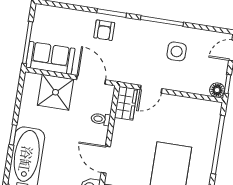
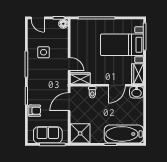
armchair: (104, 30) -> (35, 111), moved
sofa: (50, 58) -> (48, 135), moved, turned 90
shower: (55, 92) -> (80, 133), moved

